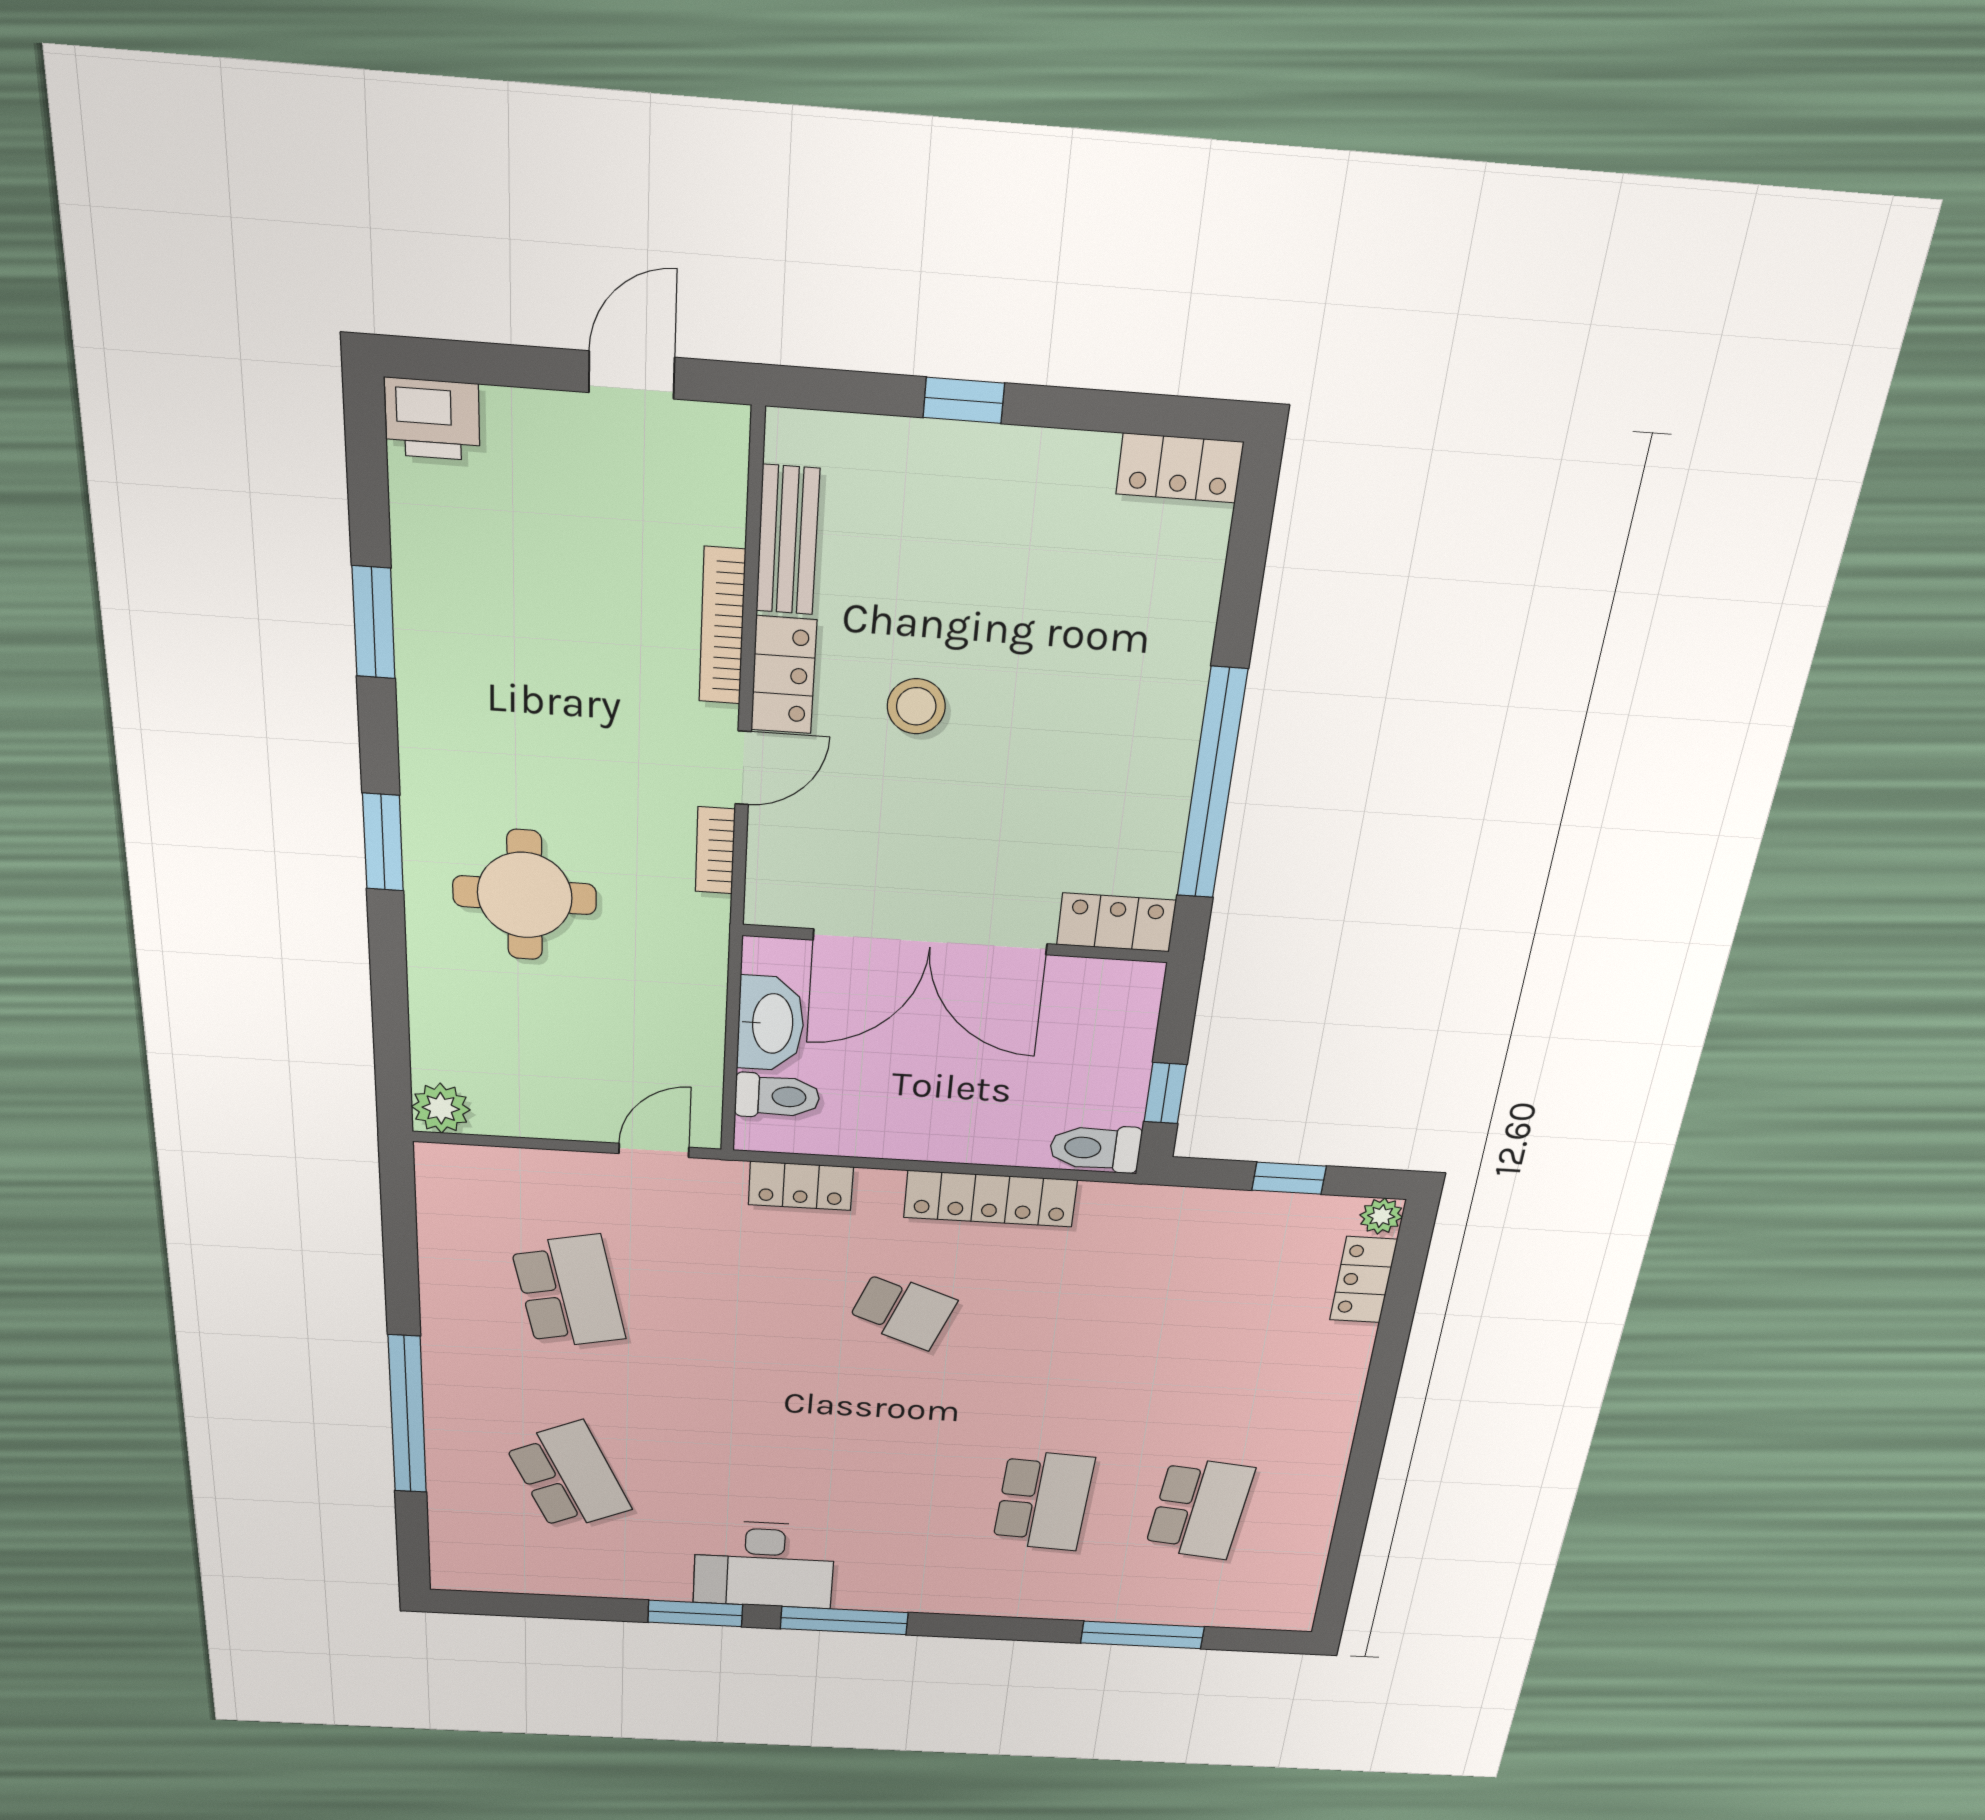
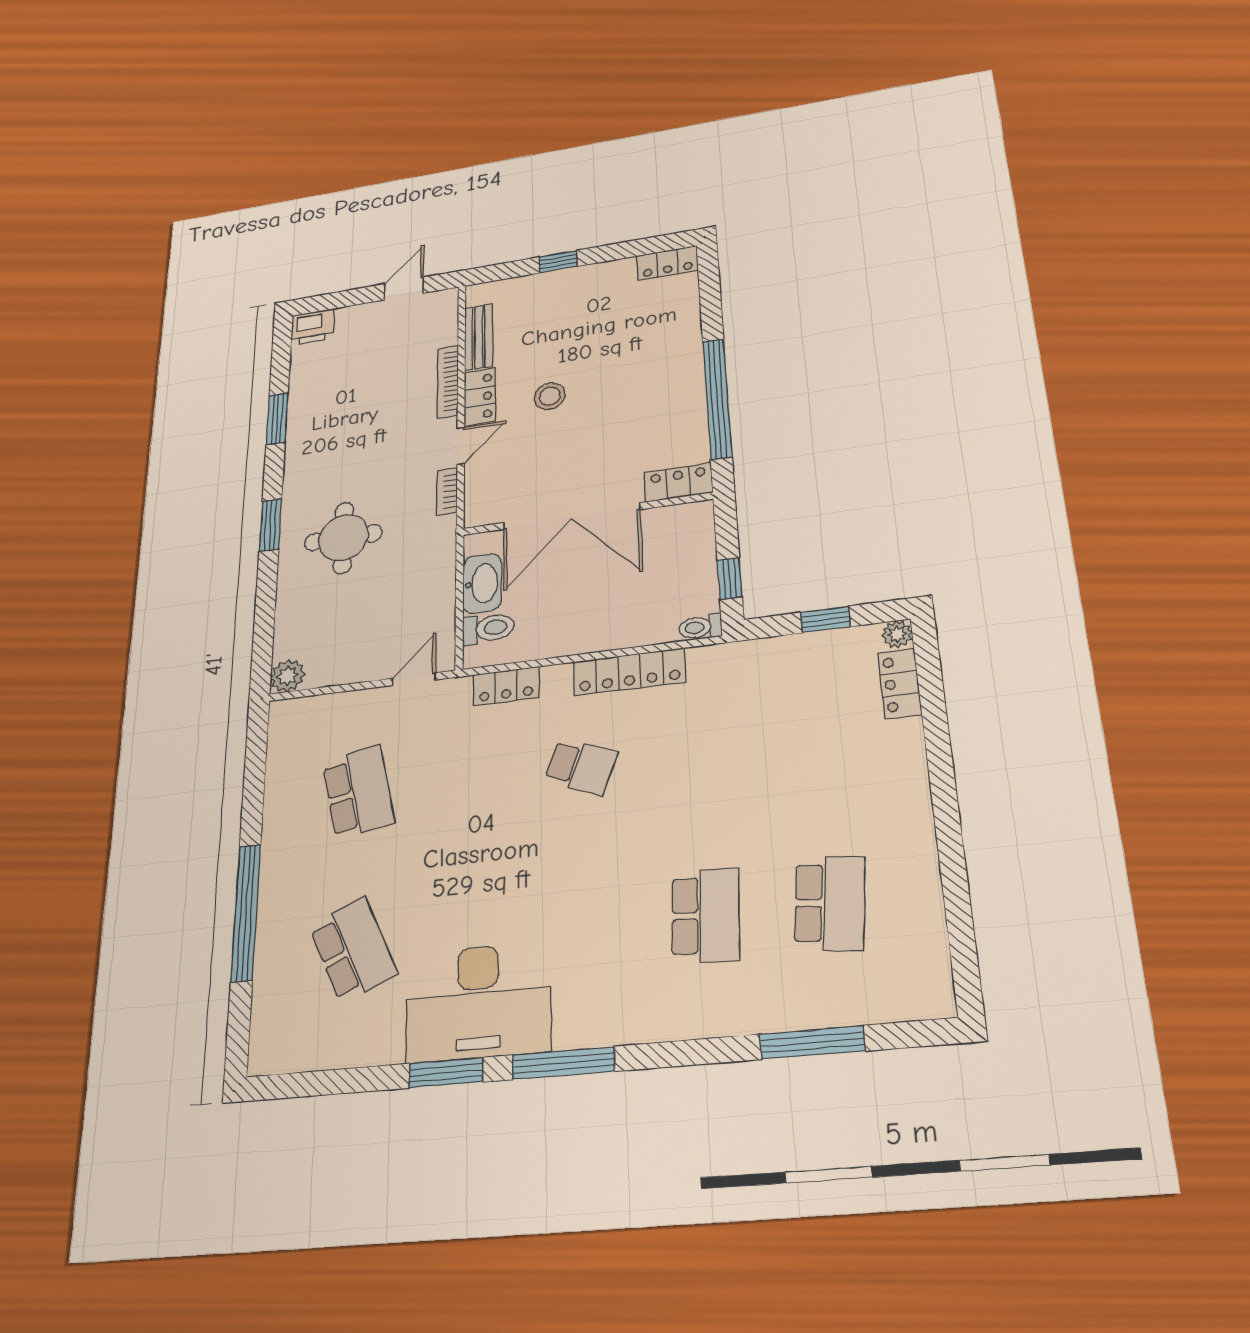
toilet: (1095, 1148) -> (700, 627), width x0.73, depth x0.72
desk: (764, 1565) -> (478, 1002), width x1.36, depth x1.30

